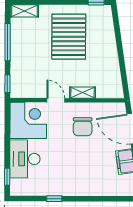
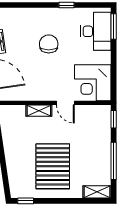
chair: (83, 127) -> (49, 44), moved
desk: (25, 159) -> (96, 31), moved
window: (7, 177) -> (114, 27), width x1.50

